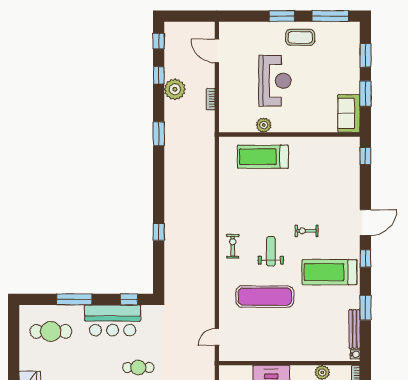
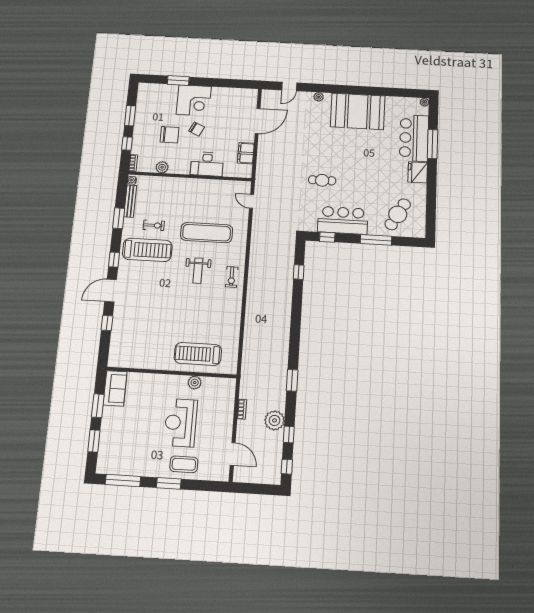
coffee table: (300, 37) -> (184, 464), moved
window: (365, 156) -> (107, 323), moved
treadmill: (263, 157) -> (198, 354), turned 180
exercise bike: (307, 231) -> (154, 225), moved
window: (159, 232) -> (299, 272), moved
cafe table: (51, 331) -> (398, 214), turned -61
door: (217, 337) -> (252, 201), swing flipped

